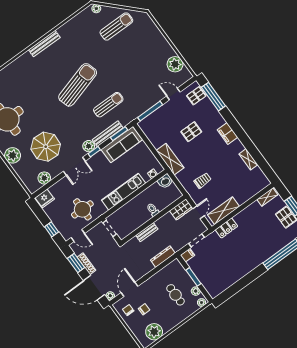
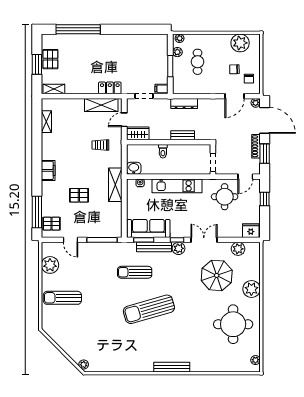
sun lounger: (116, 26) -> (62, 298), moved
bench: (44, 44) -> (172, 367), moved
shelving: (248, 159) -> (46, 122), moved
door: (78, 235) -> (245, 177), swing flipped

